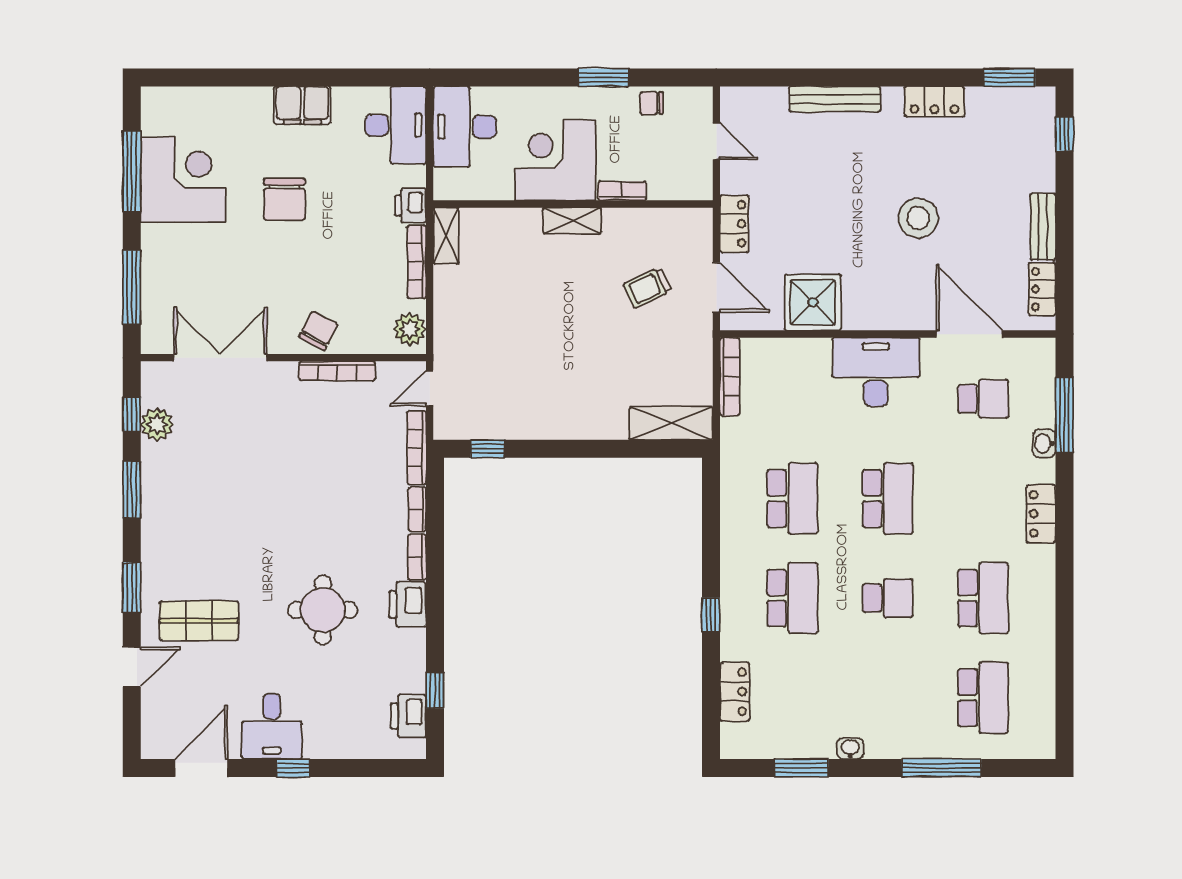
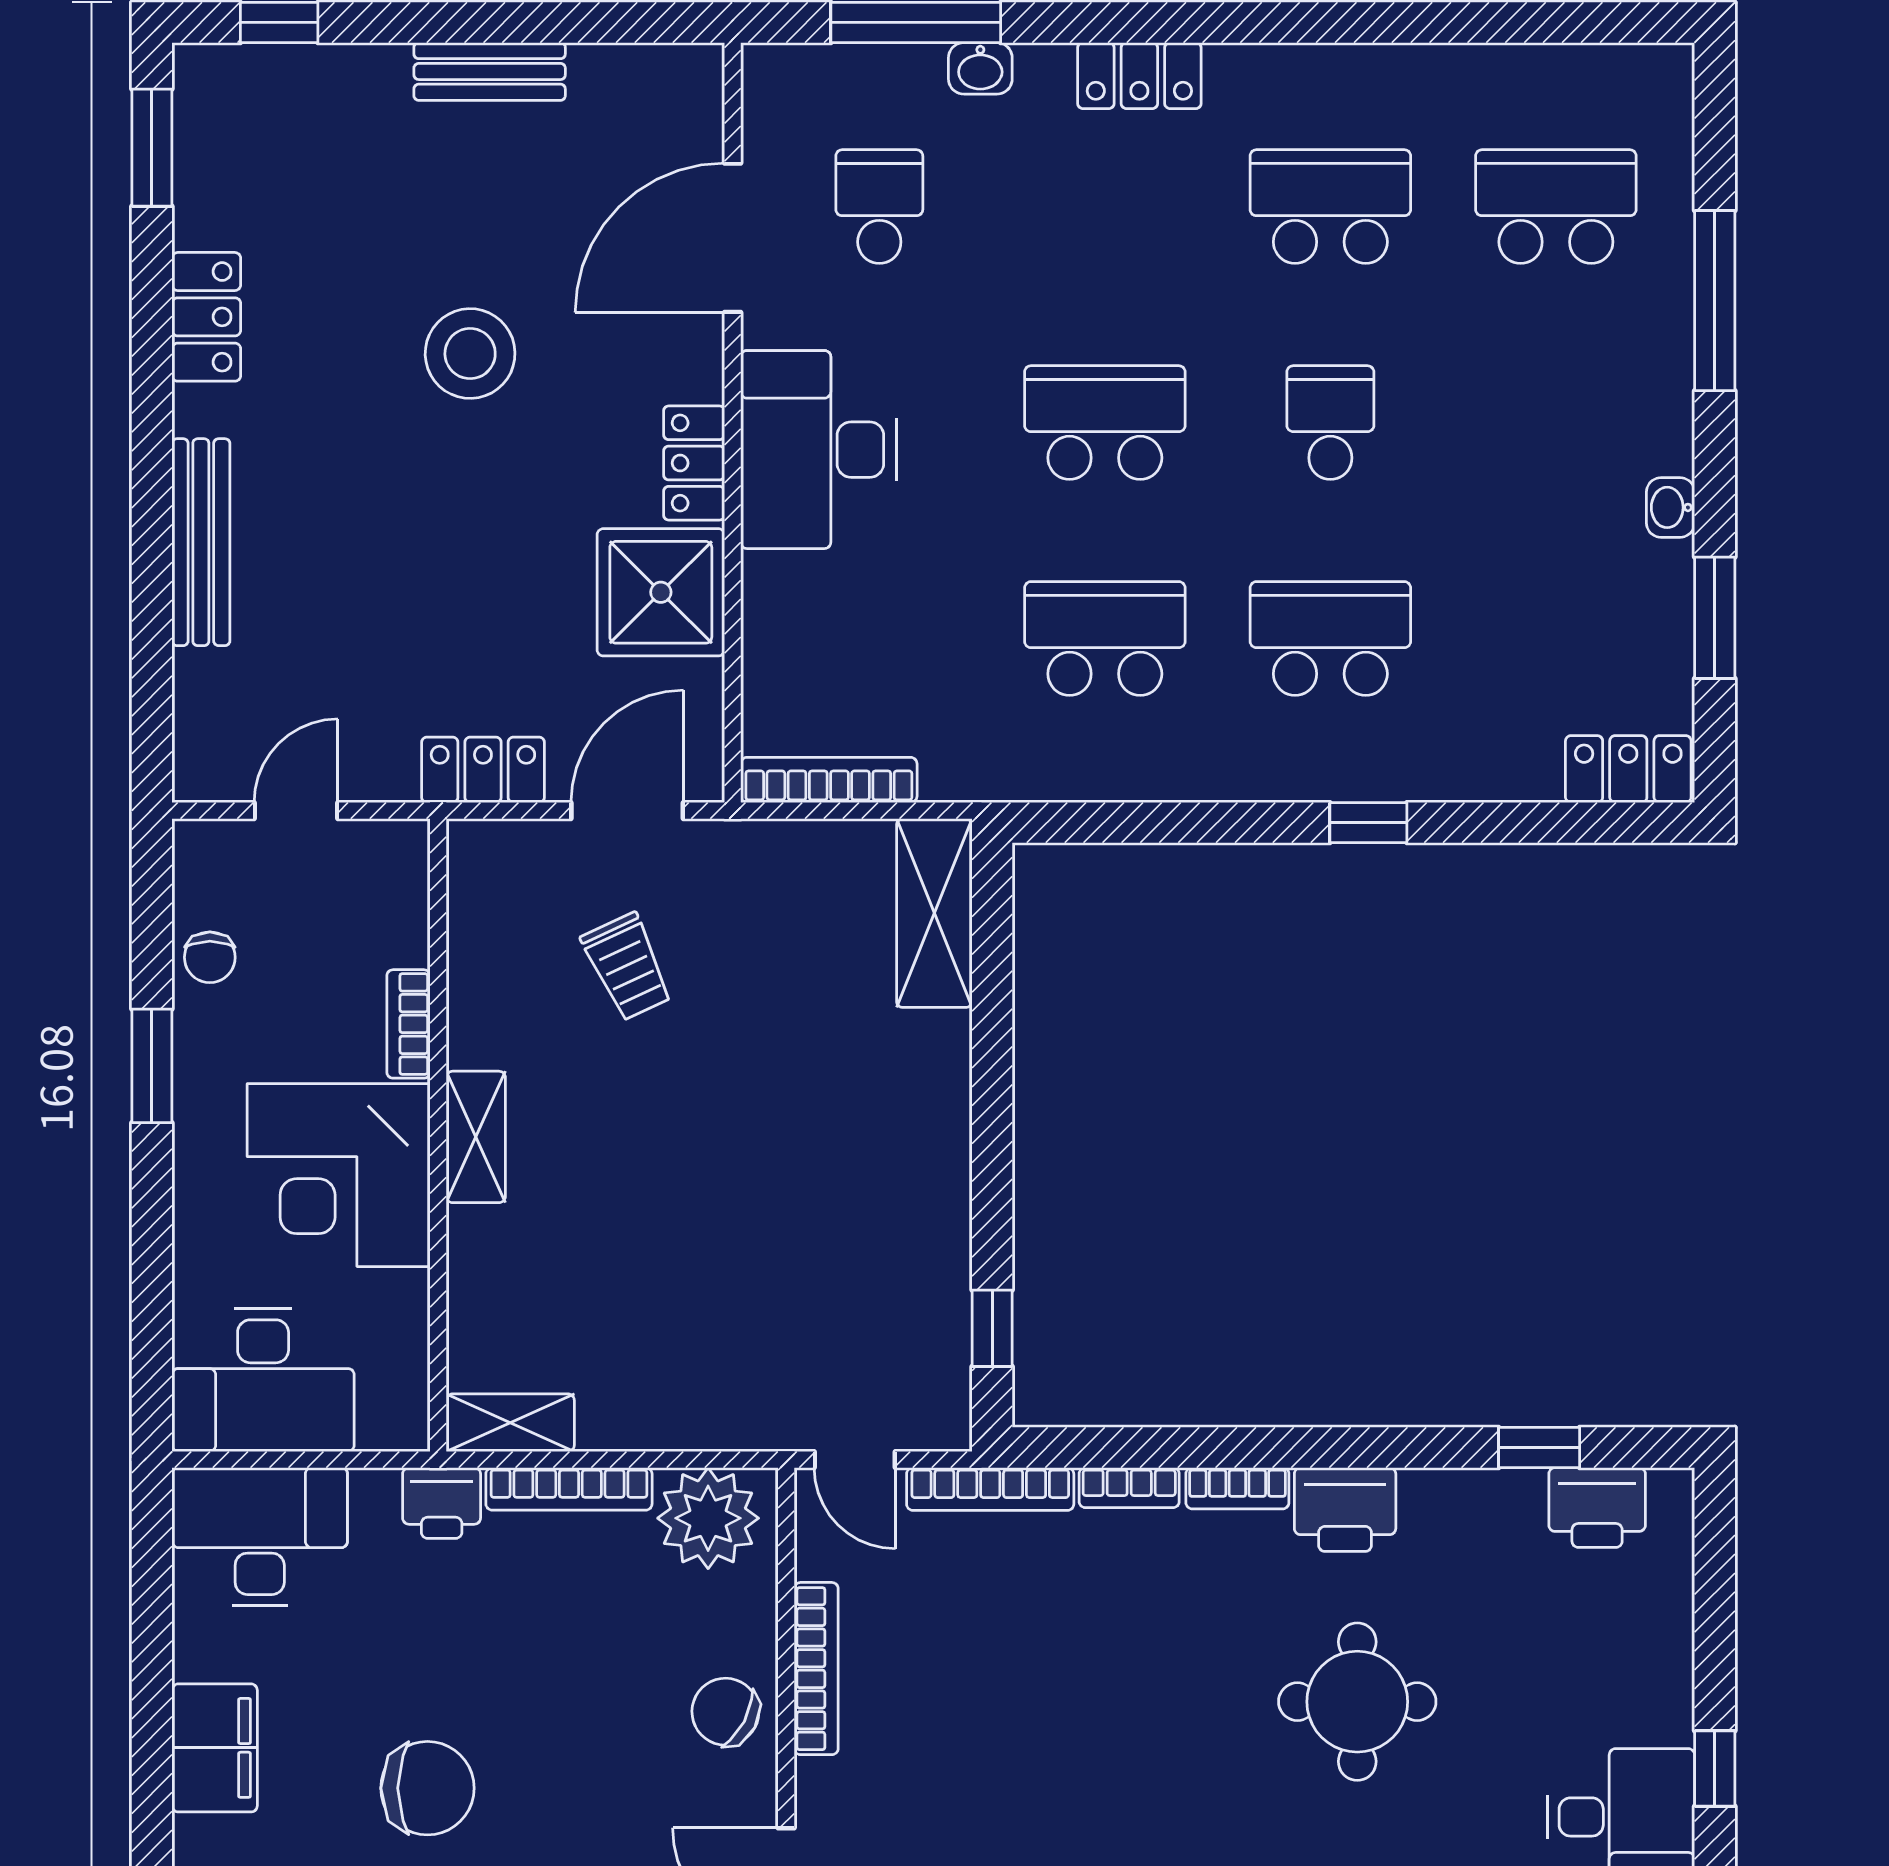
locker: (1042, 289) -> (694, 463), moved, turned 90
plant: (410, 329) -> (708, 1518), width x1.36, depth x1.36
locker: (735, 692) -> (1628, 769), moved

